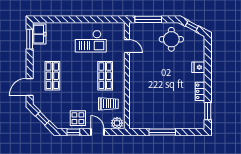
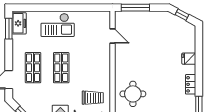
round table: (171, 39) -> (133, 94), moved
checkout: (91, 41) -> (58, 25), moved
shop shelf: (105, 76) -> (61, 68), moved

